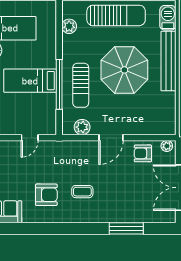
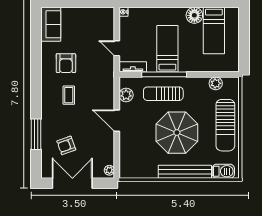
tv unit: (50, 120) -> (133, 67), added
armchair: (143, 153) -> (66, 145), moved, turned -110

